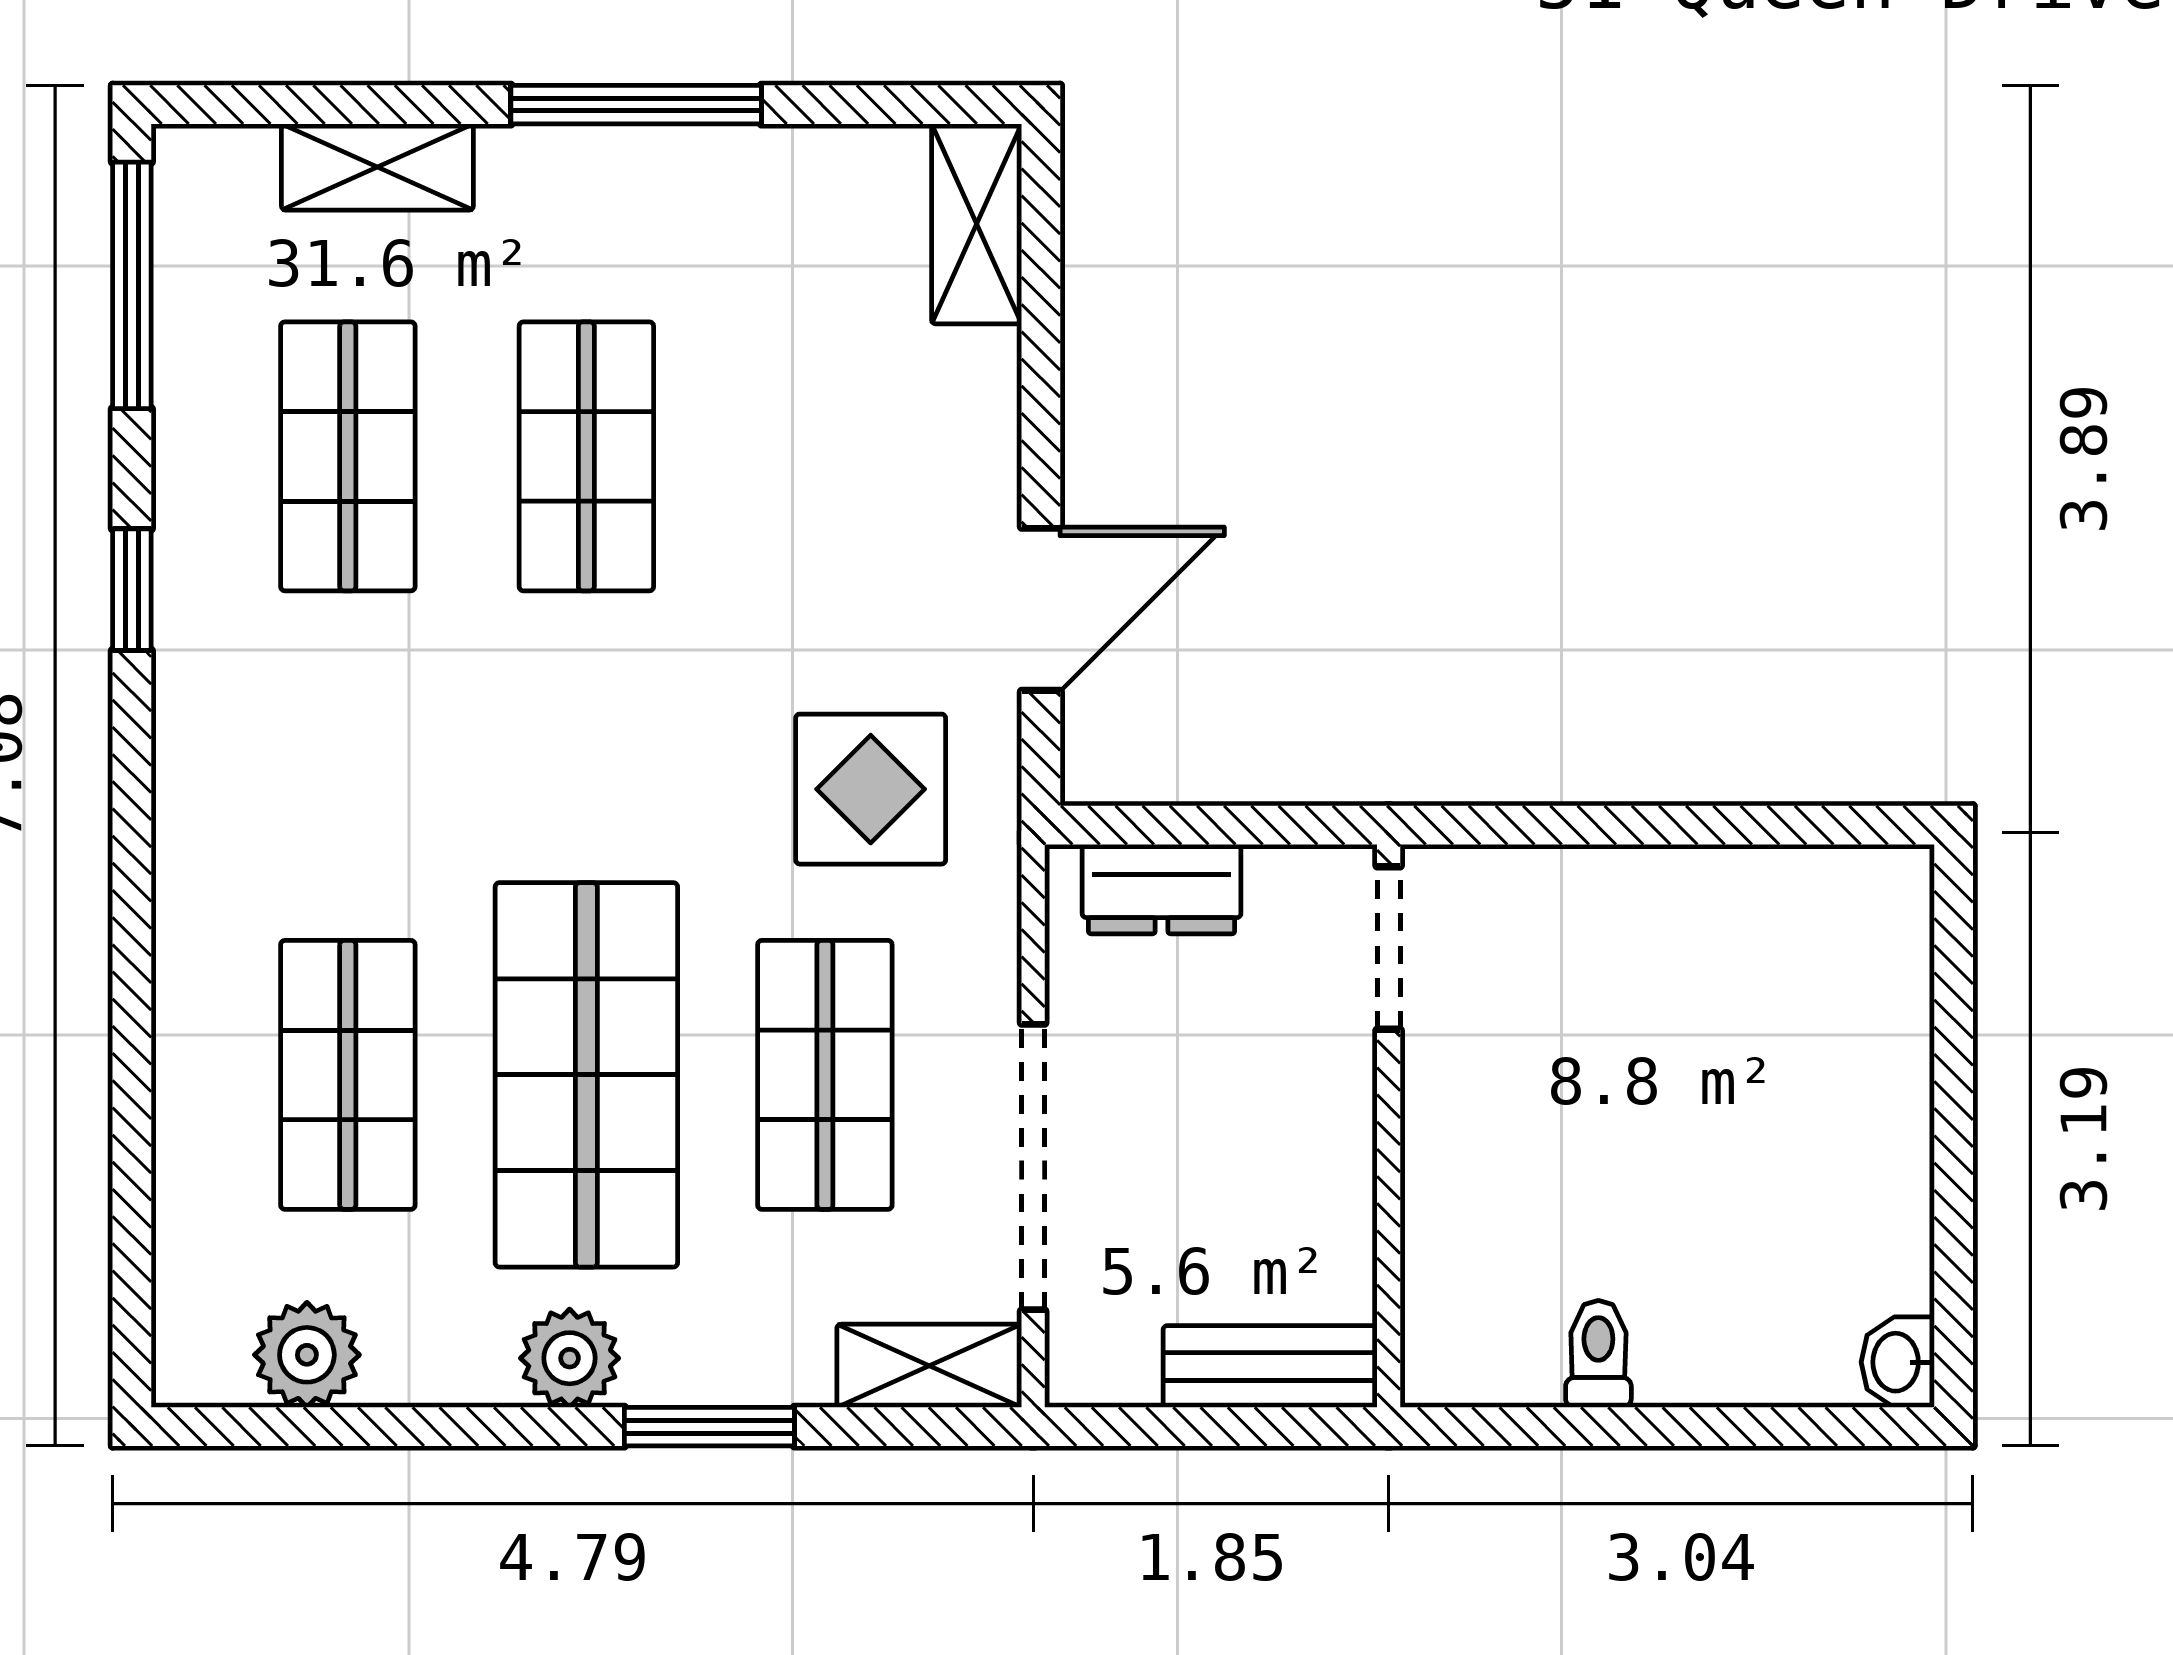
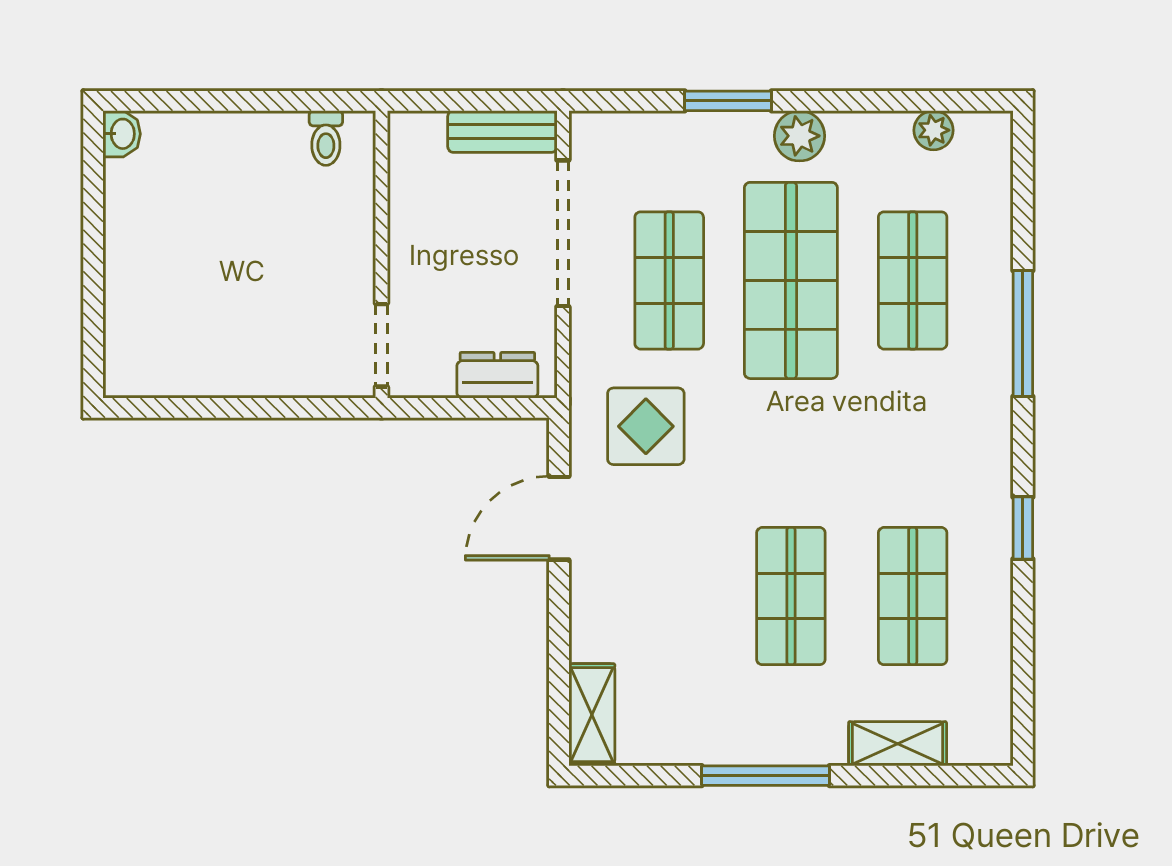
window: (132, 285) -> (1023, 333), moved
toilet: (1598, 1354) -> (326, 138), moved
plant: (307, 1355) -> (934, 130), width x0.73, depth x0.73
shelving: (929, 1366) -> (616, 132), removed
bench: (1270, 1367) -> (502, 132), moved

